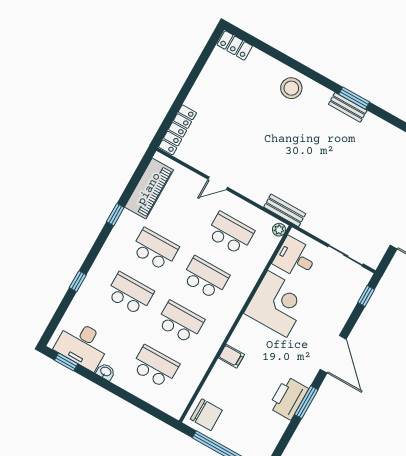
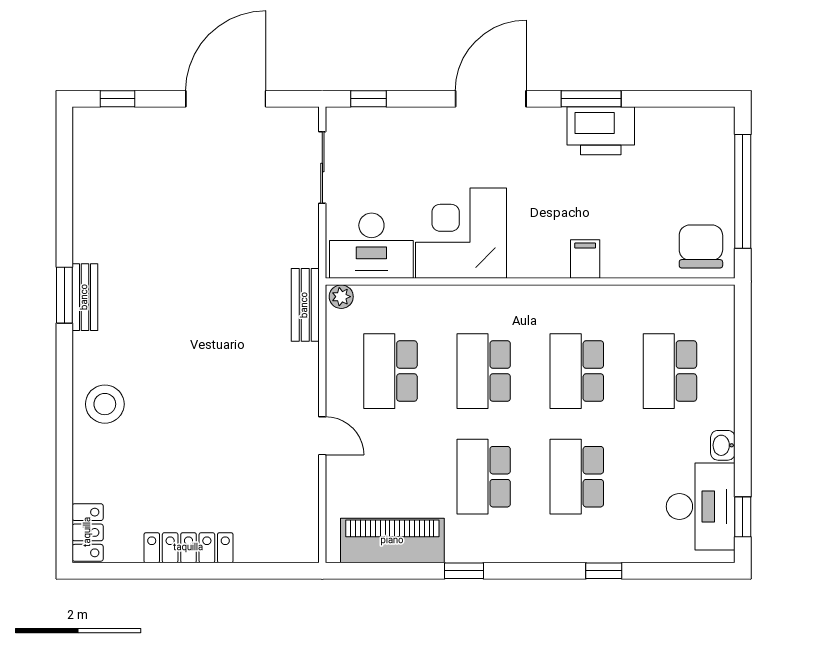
locker: (178, 130) -> (188, 548), moved
desk: (295, 258) -> (371, 246), width x1.37

